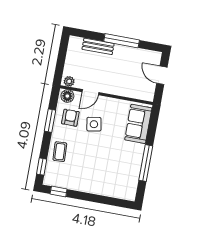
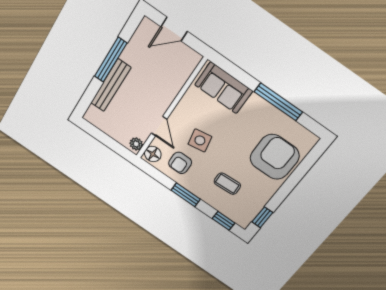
bench: (98, 46) -> (111, 85), width x1.36
armchair: (70, 118) -> (180, 163), turned -90
window: (50, 121) -> (186, 195), moved
coffee table: (60, 152) -> (227, 184), moved
armchair: (107, 179) -> (275, 157), added

